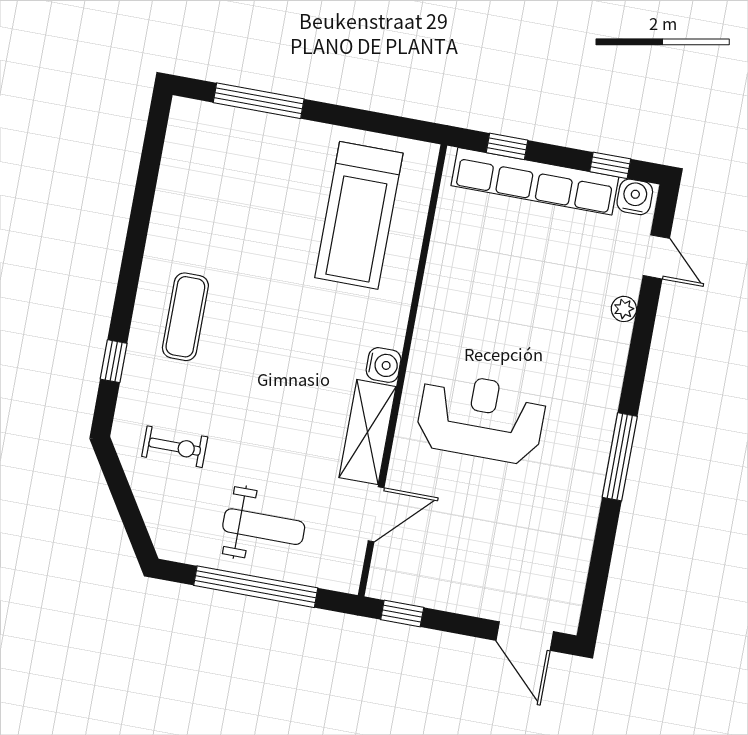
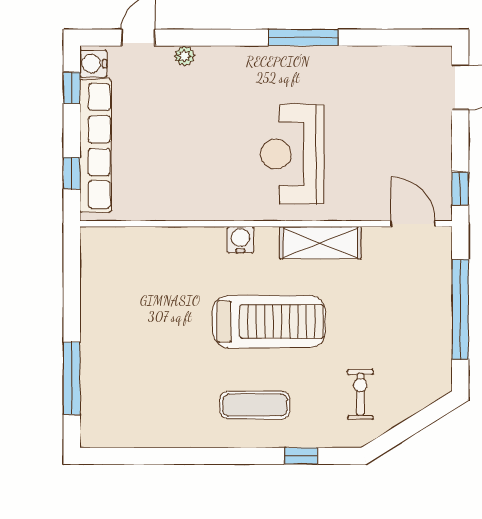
treadmill: (359, 215) -> (269, 322), moved
water cooler: (384, 365) -> (240, 240), moved
door: (376, 514) -> (413, 224), moved
weight bench: (264, 527) -> (411, 312), removed

